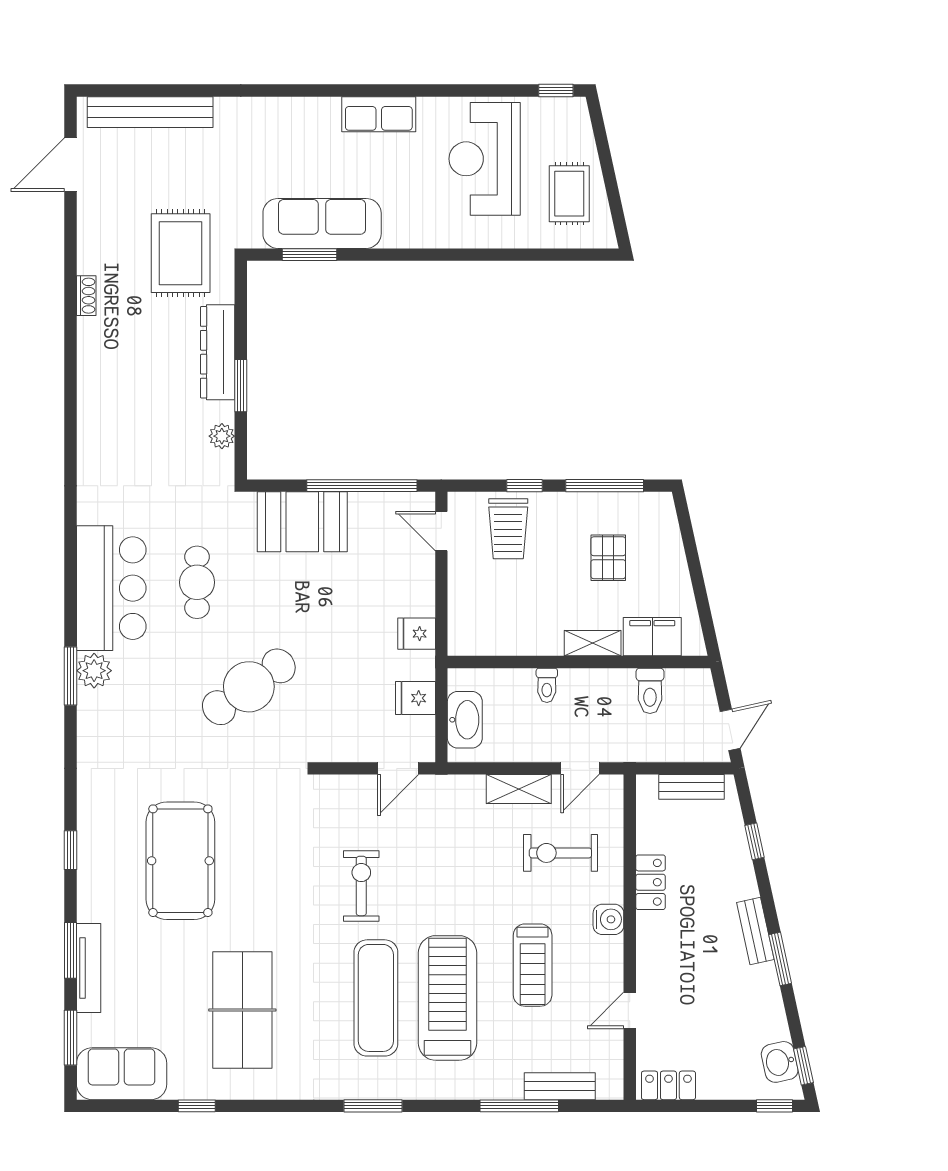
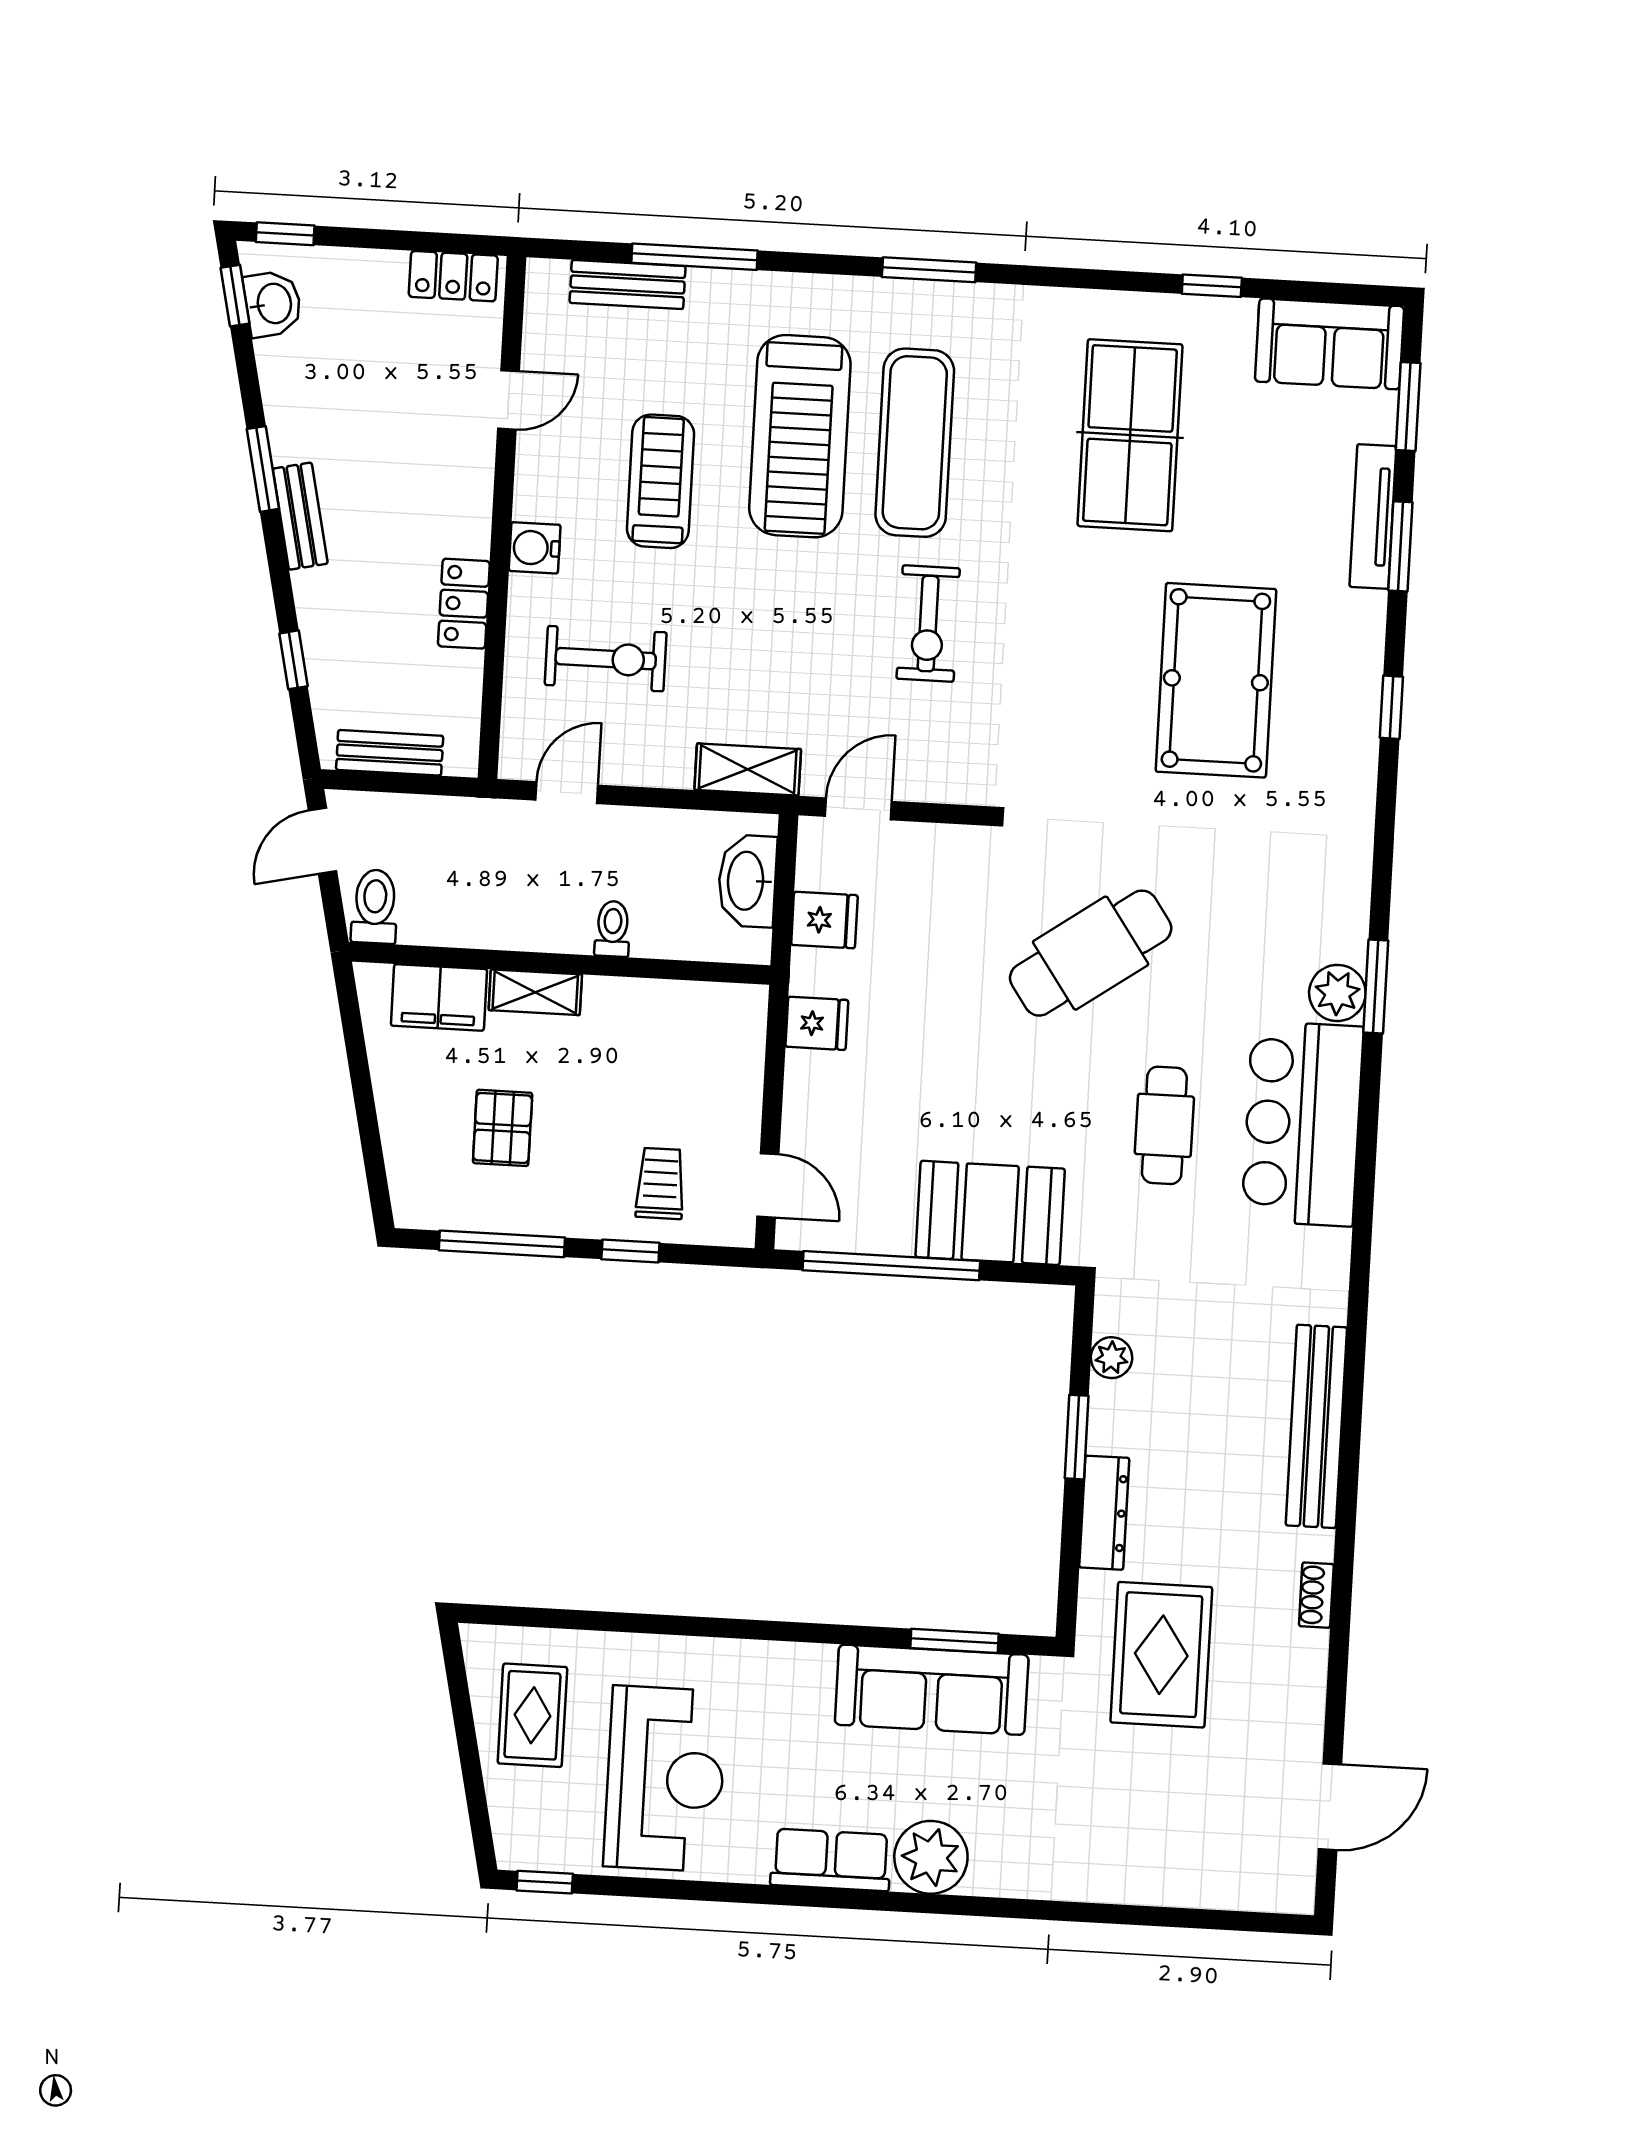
bench: (150, 112) -> (1316, 1426), moved, turned 90
plant: (317, 119) -> (931, 1857), added
dresser: (218, 352) -> (1104, 1513), width x0.73, depth x0.80
trolley: (508, 529) -> (660, 1183), width x0.73, depth x0.72
toilet: (650, 691) -> (375, 907), moved
shelving: (519, 789) -> (748, 769), moved

